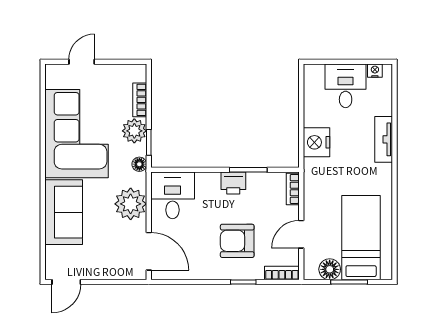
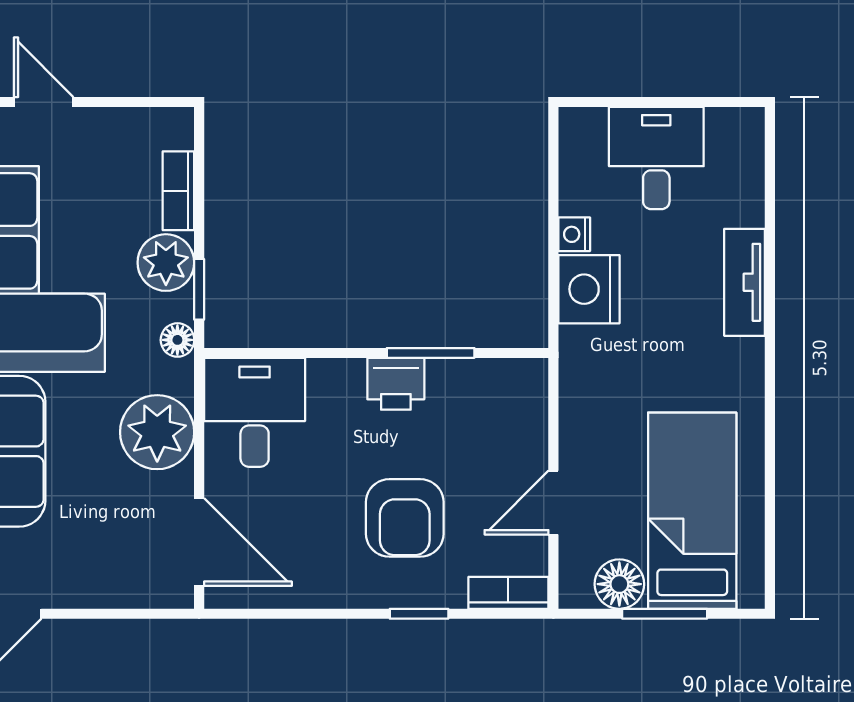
door: (82, 62) -> (44, 102), hinge flipped
nightstand: (375, 71) -> (574, 234), moved, turned -90
bookcase: (293, 189) -> (534, 398), removed
armchair: (237, 241) -> (405, 518), turned -90

